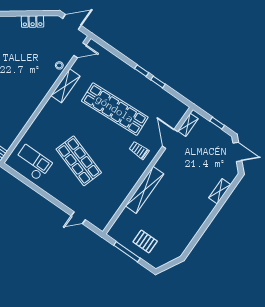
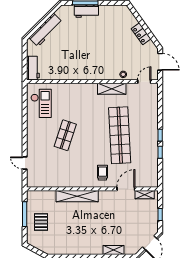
door: (80, 50) -> (144, 82), swing flipped
shop shelf: (79, 161) -> (65, 135), width x0.70, depth x0.74

